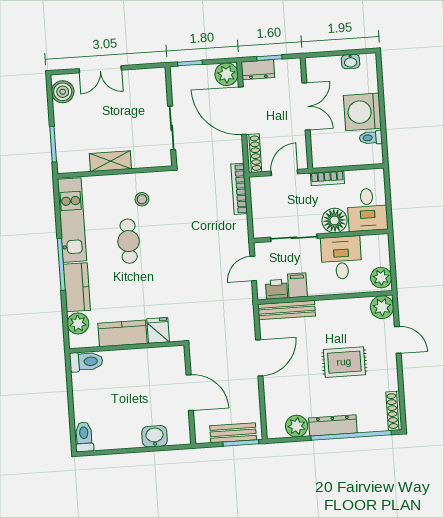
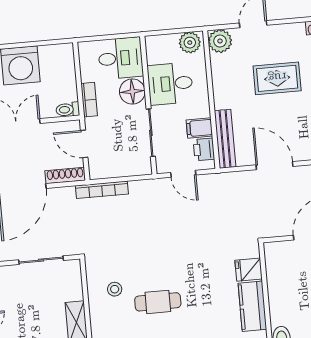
toilet: (371, 138) -> (68, 109), moved, turned 90
rug: (344, 362) -> (277, 78), turned 90

